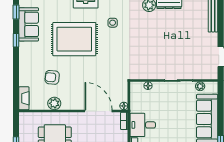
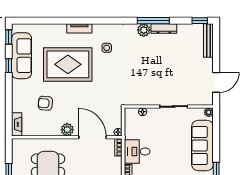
sofa: (29, 24) -> (22, 56), width x1.36
plant: (200, 86) -> (209, 112), moved
plant: (54, 103) -> (67, 130), moved

